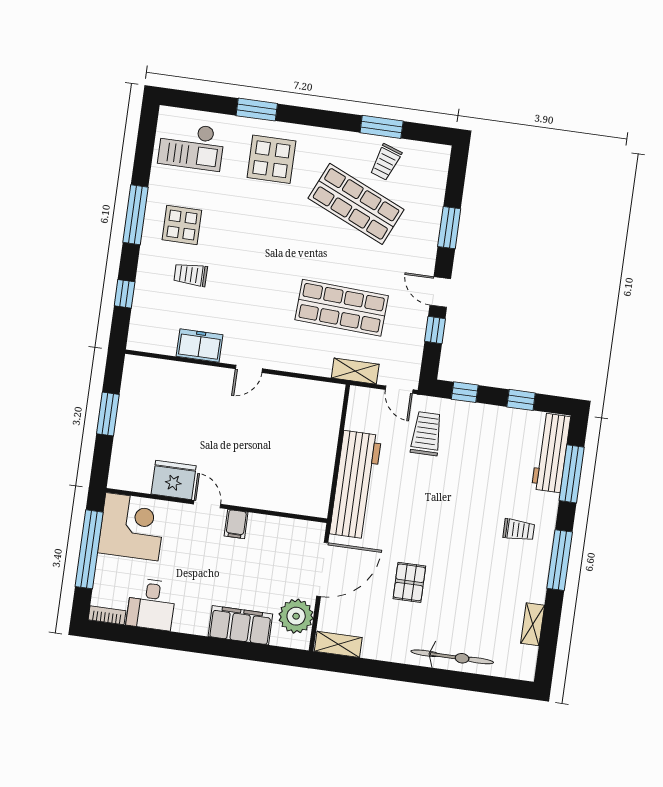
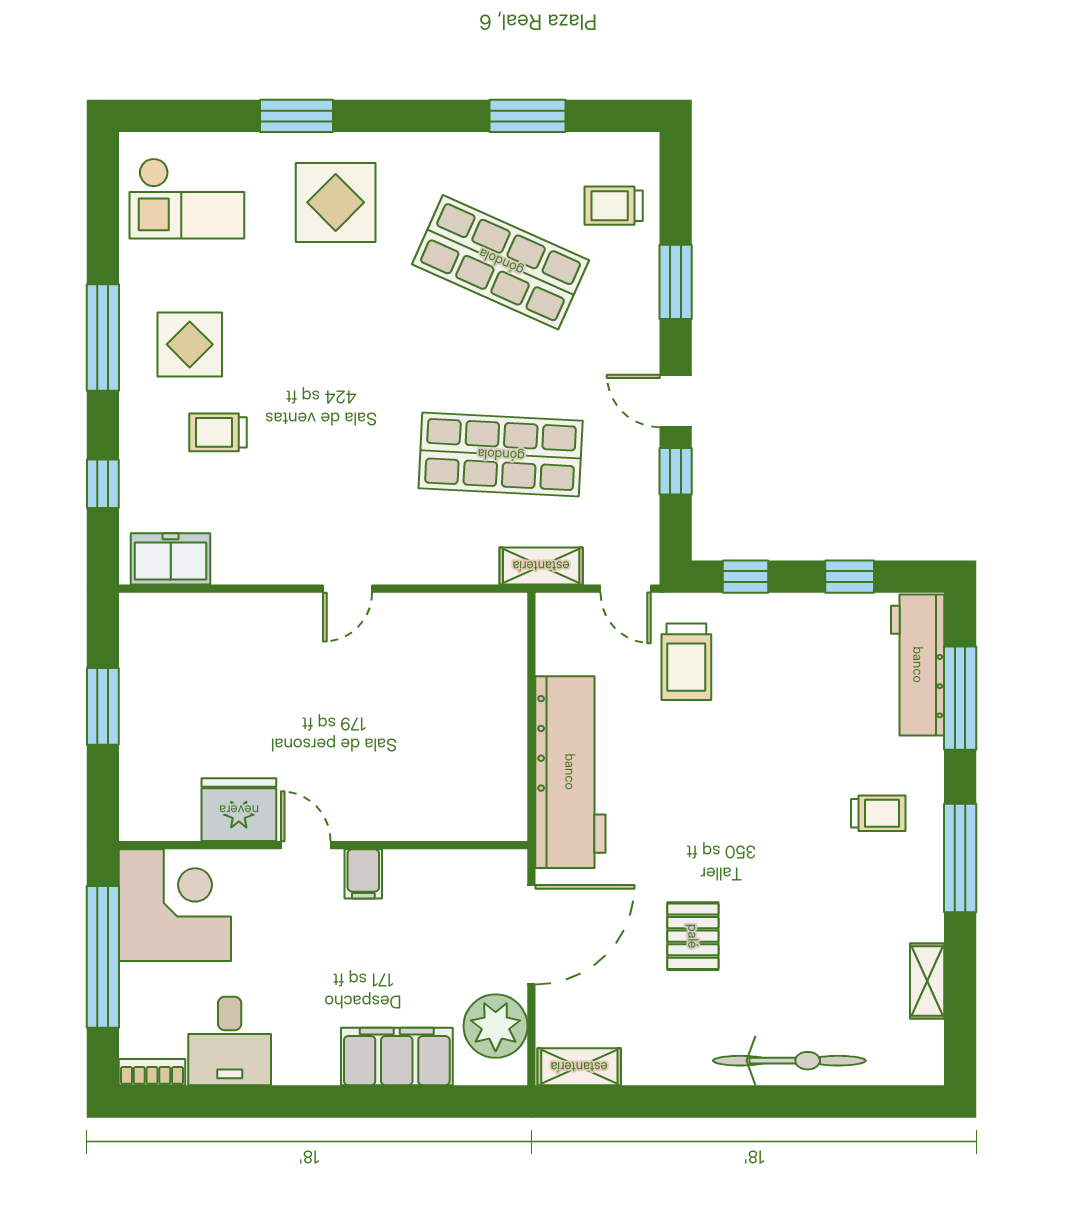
trolley: (386, 162) -> (614, 206), moved, turned 71
freezer: (200, 346) -> (171, 559), moved
trolley: (426, 434) -> (686, 662), turned 180

